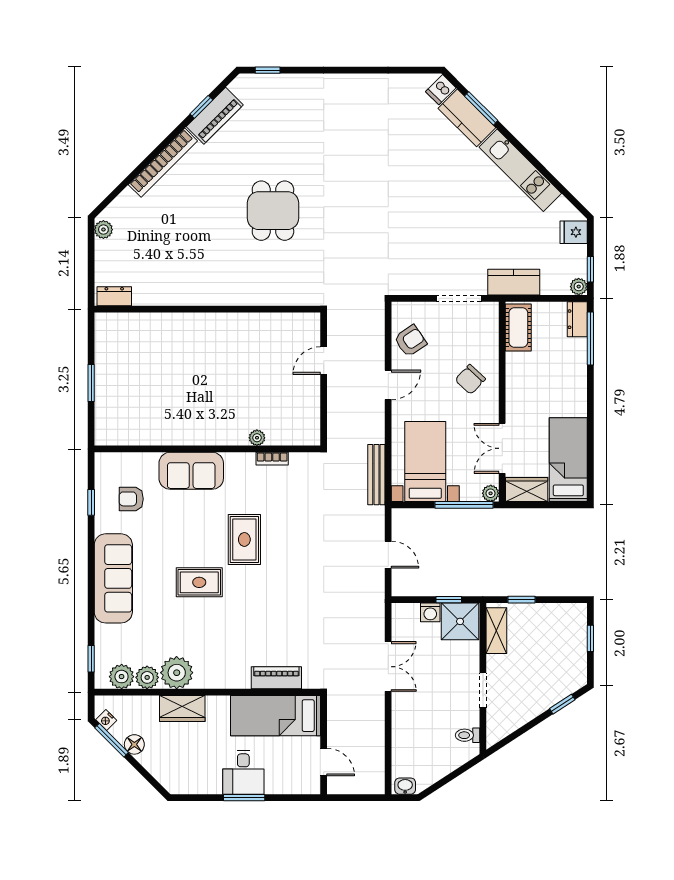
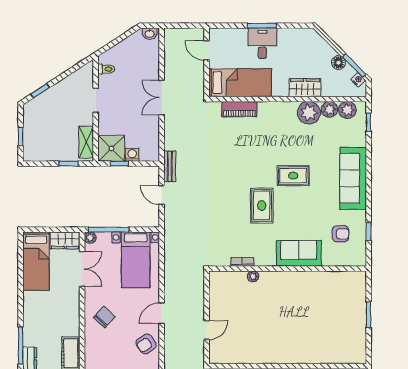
bench: (376, 475) -> (170, 166), moved, width x0.73
double door: (388, 667) -> (162, 98), moved

